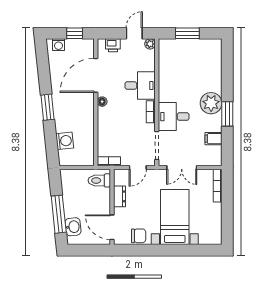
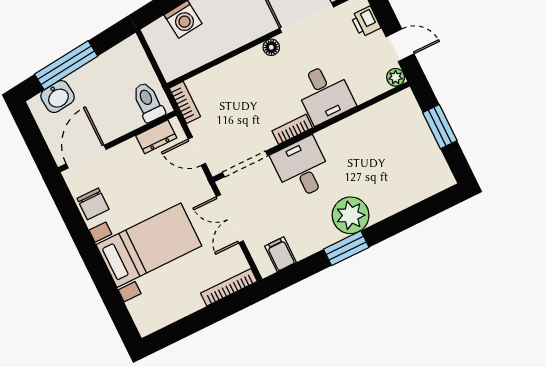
filing cabinet: (213, 139) -> (280, 254), moved
dresser: (120, 196) -> (156, 137), moved

